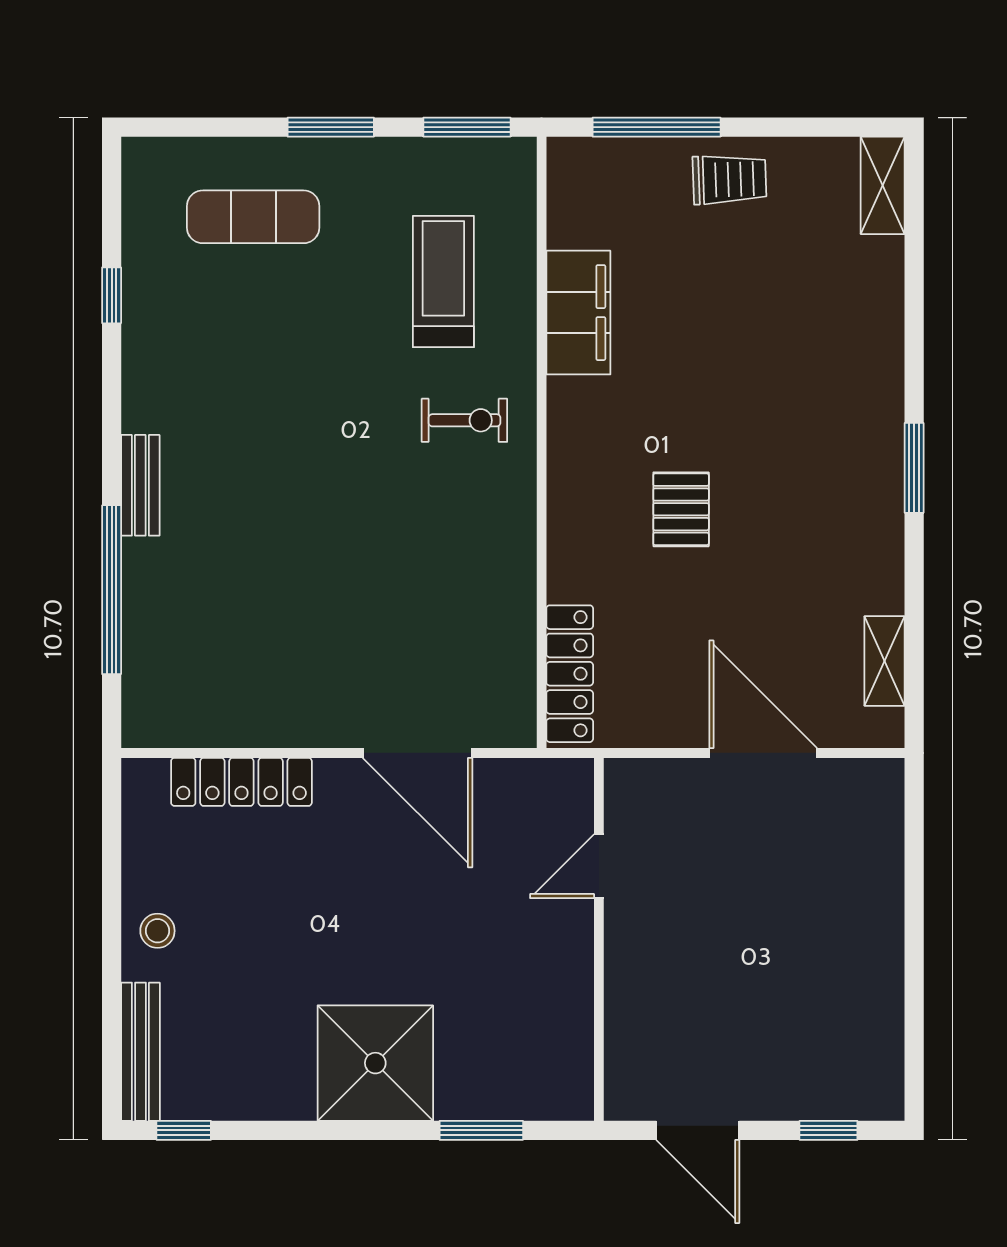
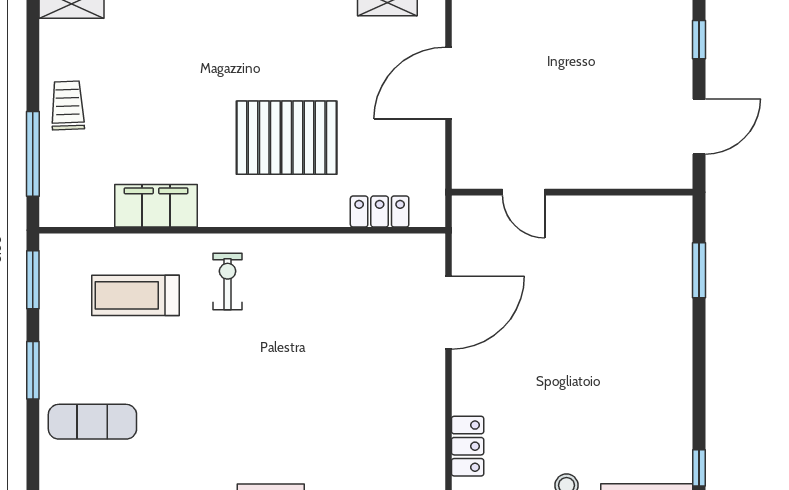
exercise mat: (253, 217) -> (92, 422), turned 90
pallet: (681, 509) -> (287, 138), width x2.05, depth x2.00
locker: (570, 674) -> (380, 212), width x0.66
locker: (241, 782) -> (468, 446), width x0.66
shower: (375, 1063) -> (654, 341), removed

